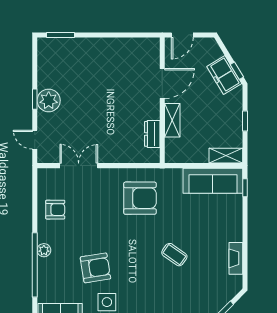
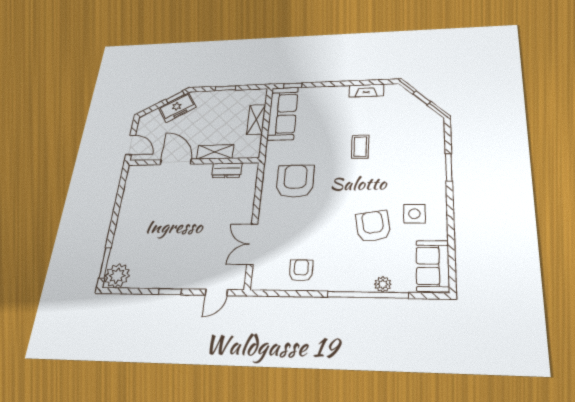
plant: (49, 100) -> (117, 276), moved
shelving: (226, 156) -> (256, 120), moved
plant: (44, 250) -> (383, 284), moved
coffee table: (174, 255) -> (360, 147), turned -35

